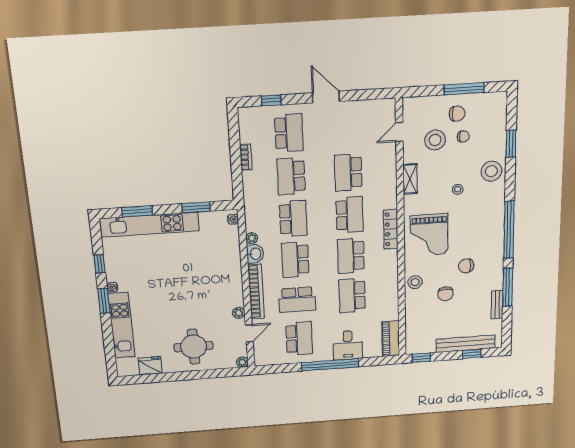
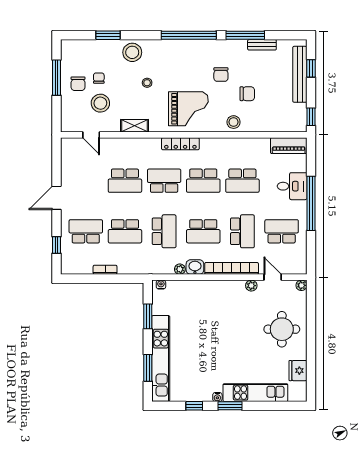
chair: (457, 114) -> (78, 84), turned 180
school desk: (293, 219) -> (164, 231), turned 90

